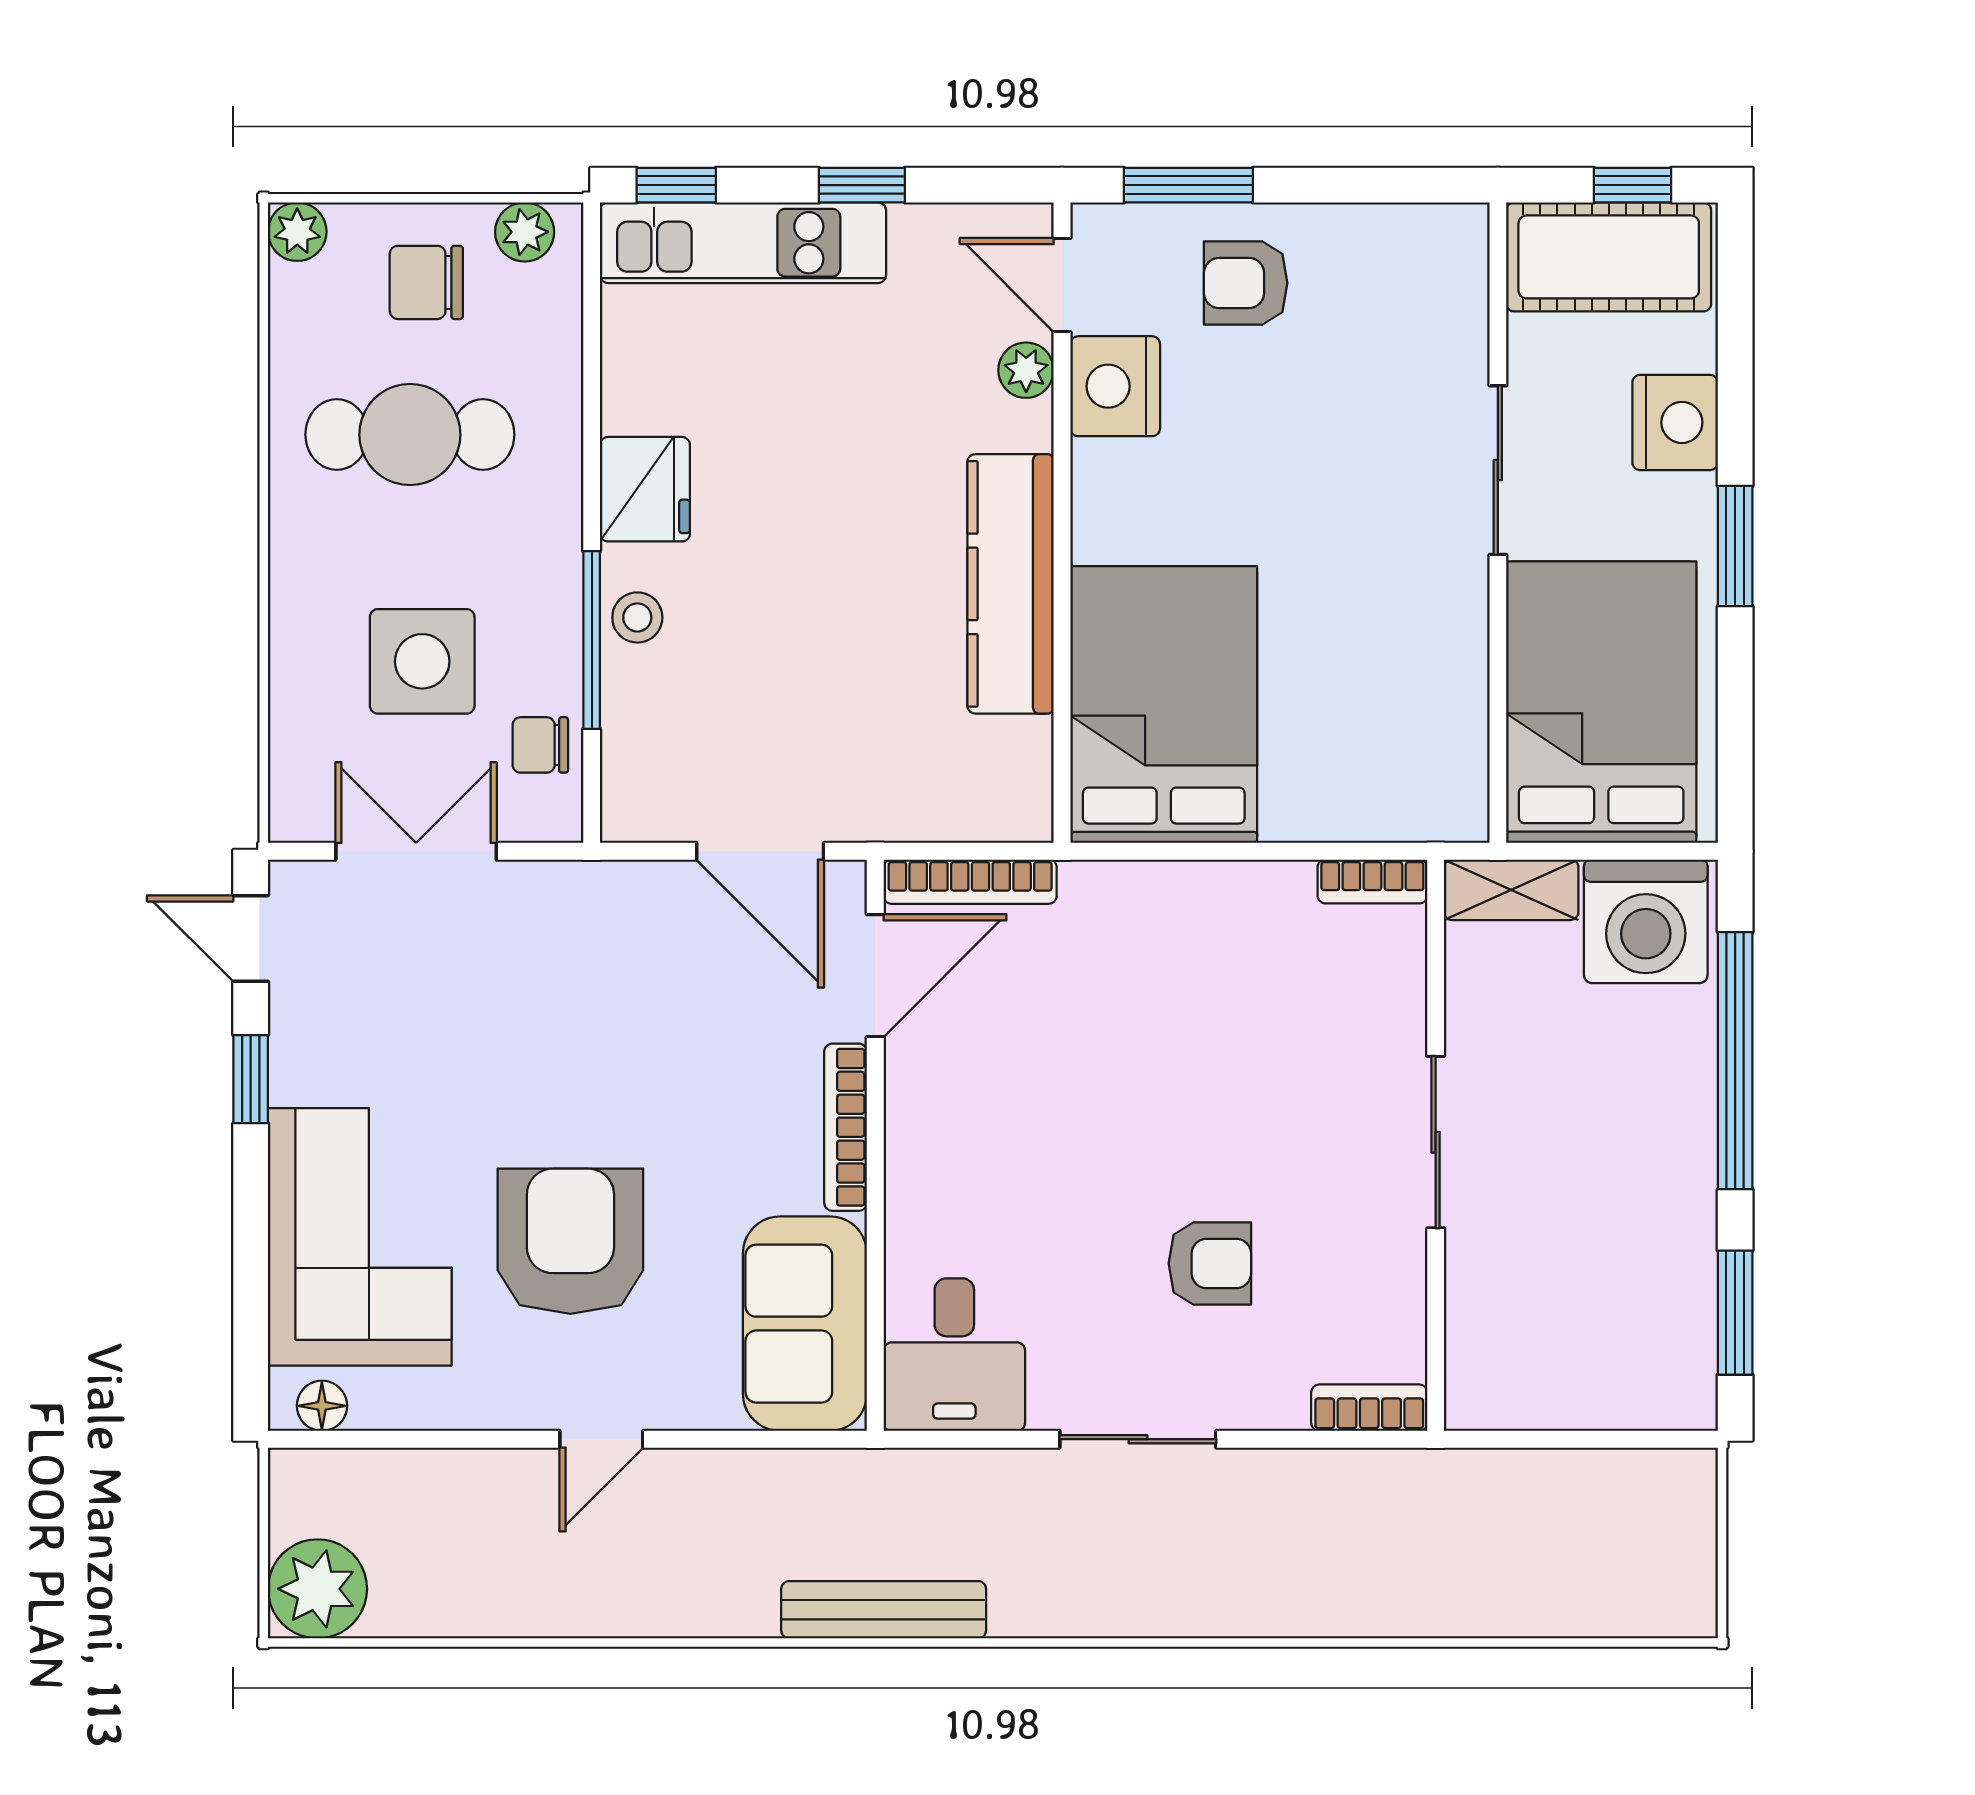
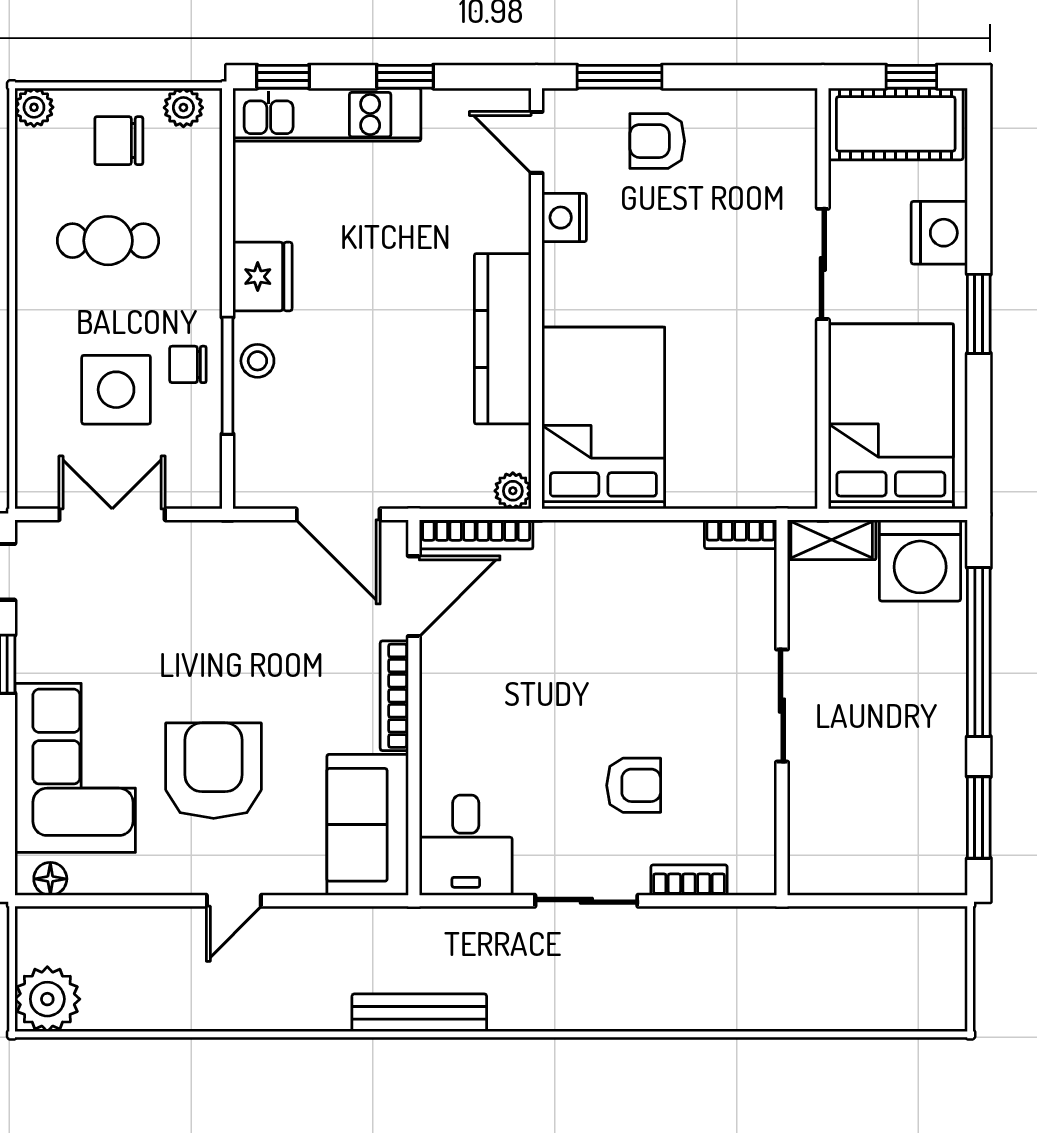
plant: (1026, 370) -> (513, 491), moved
nightstand: (1115, 386) -> (564, 218), width x0.74, depth x0.75
cafe table: (410, 435) -> (108, 241), width x0.73, depth x0.74
chair: (540, 745) -> (188, 364), moved
bookcase: (1369, 1408) -> (689, 880), moved

